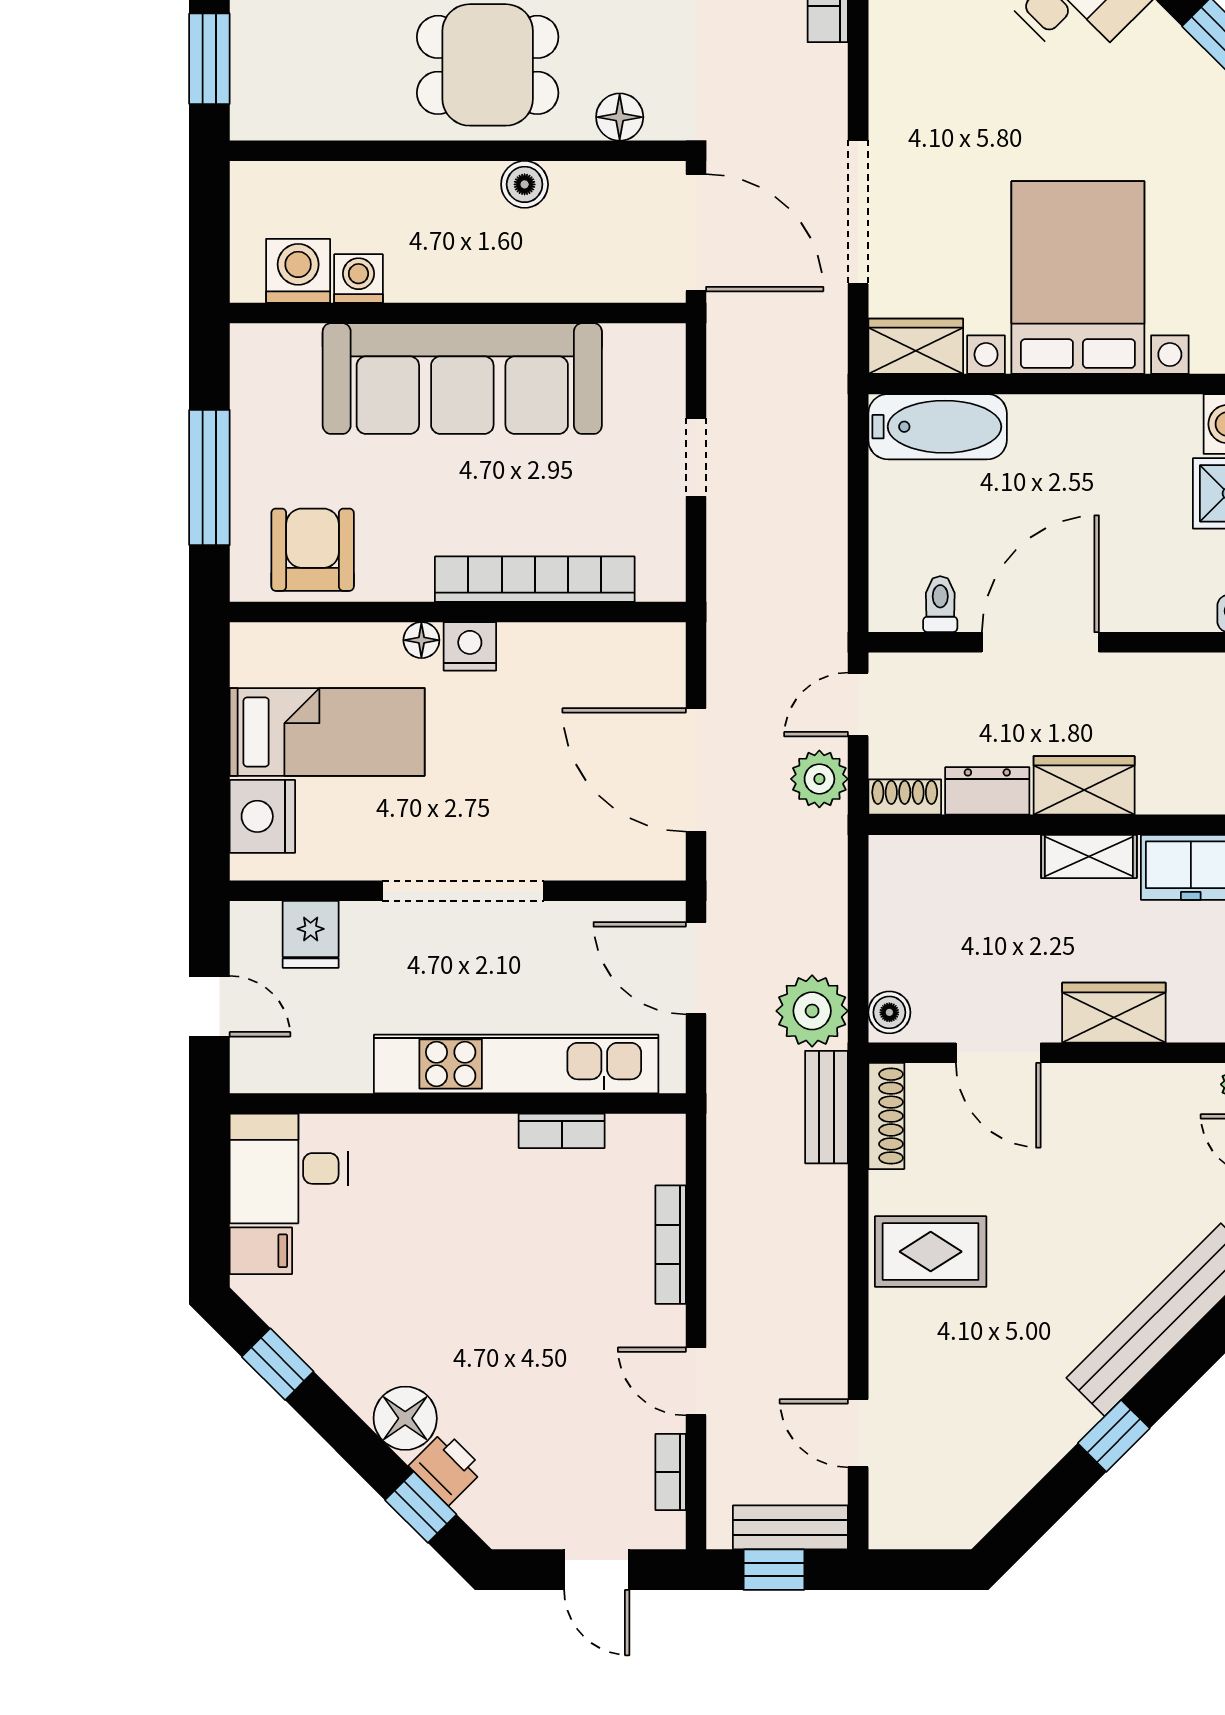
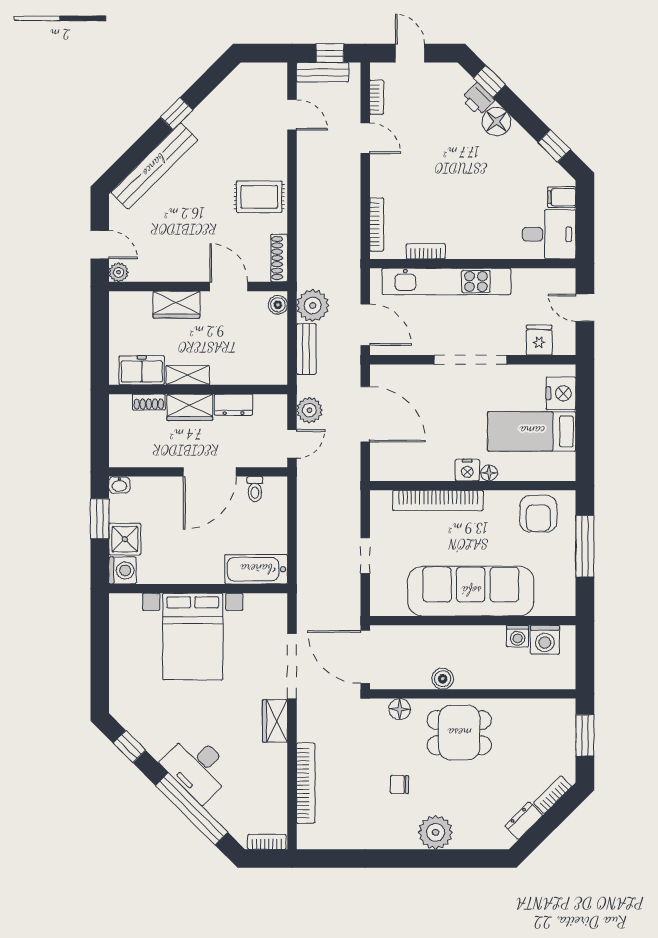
wardrobe: (916, 346) -> (275, 721), moved, turned 90
shoe rack: (905, 797) -> (149, 402), moved
bench: (827, 1107) -> (306, 349), moved
bookcase: (671, 1245) -> (377, 224), moved

